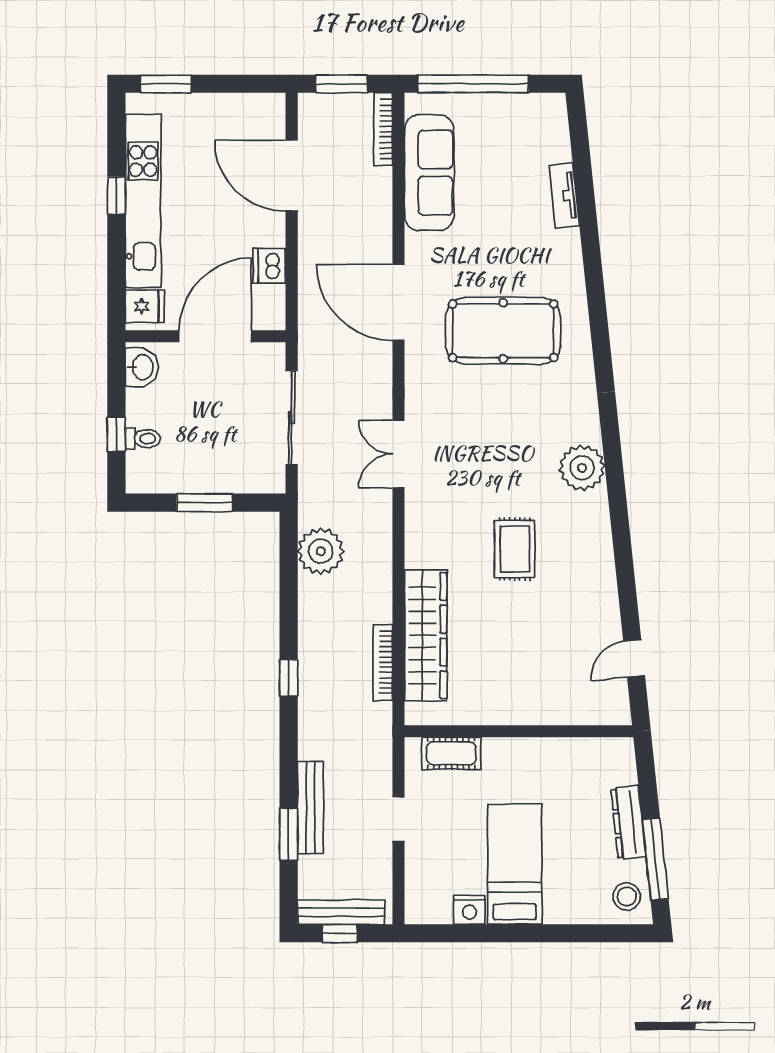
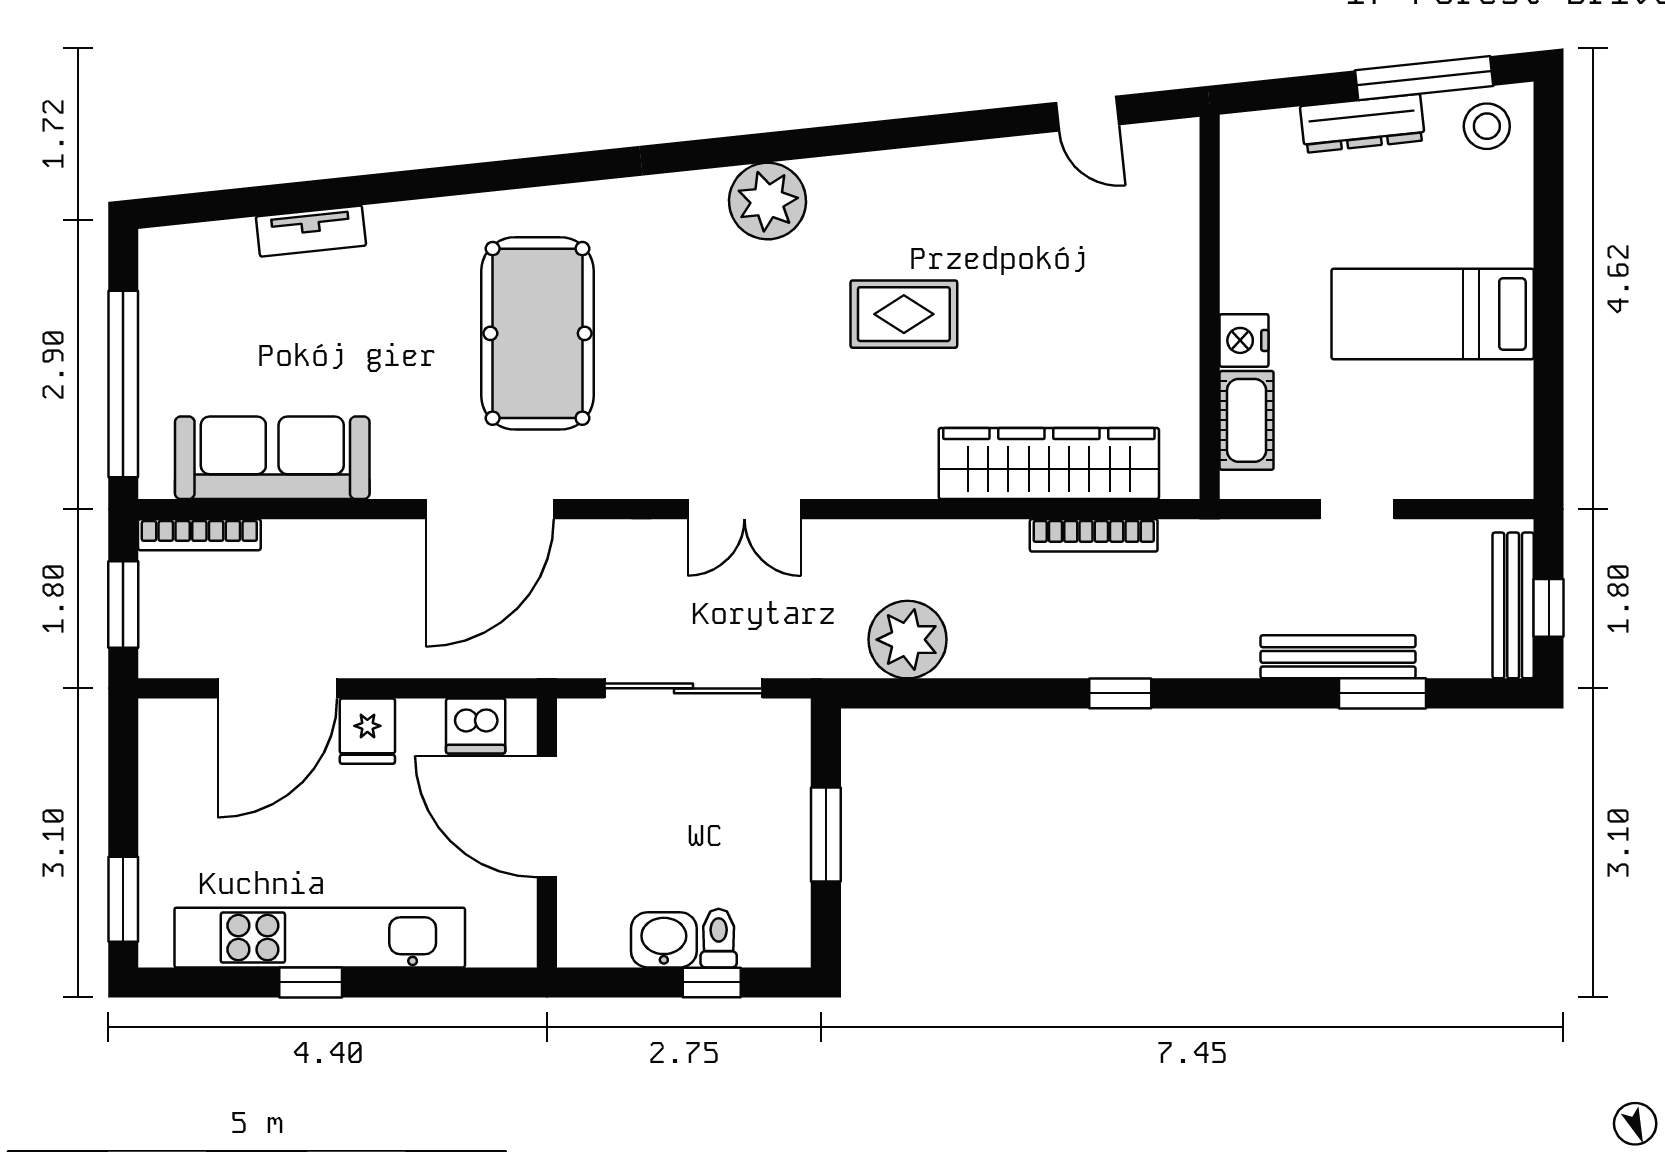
dishwasher: (269, 266) -> (476, 726), moved
fridge: (145, 306) -> (367, 731), moved, turned 180
washbasin: (142, 367) -> (664, 940), moved
nightstand: (470, 910) -> (1244, 340), moved, turned 180

